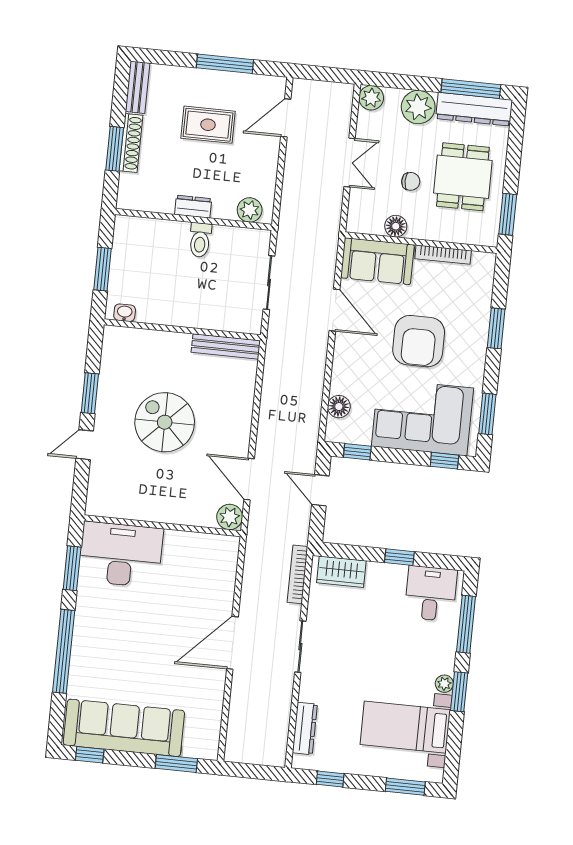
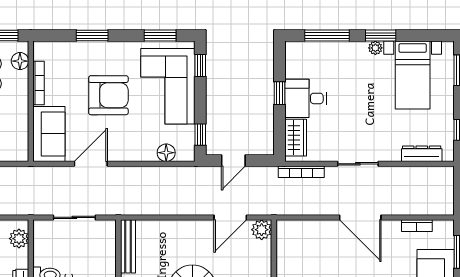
floor lamp: (396, 226) -> (20, 61), moved
desk: (431, 593) -> (306, 98), moved
bookcase: (215, 713) -> (417, 226), added

